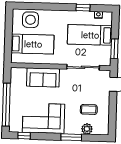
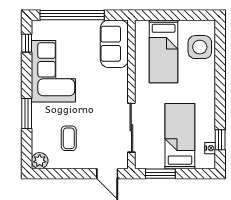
window: (83, 8) -> (220, 140), moved
sofa: (43, 77) -> (114, 44), moved
plant: (87, 129) -> (40, 161), moved

